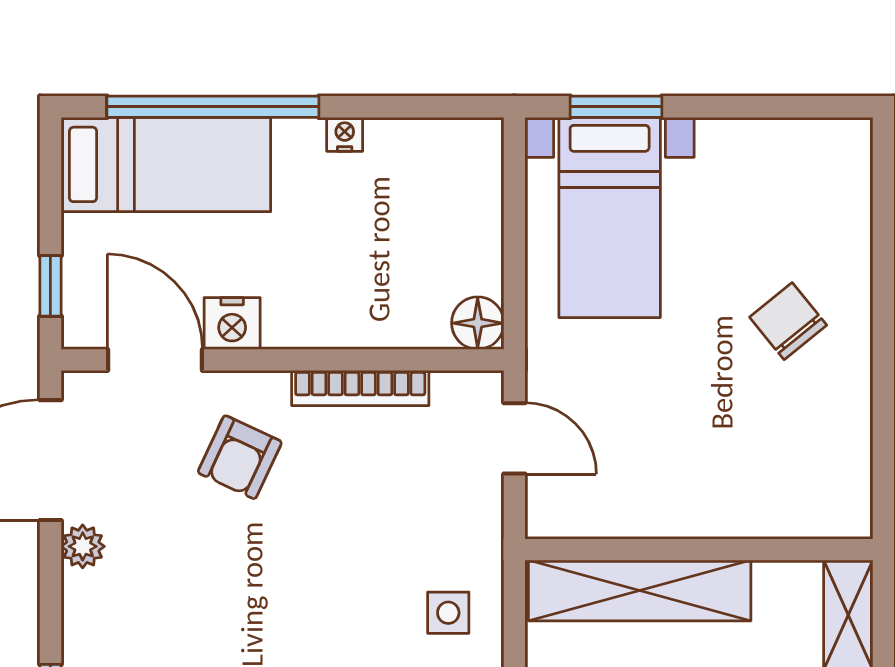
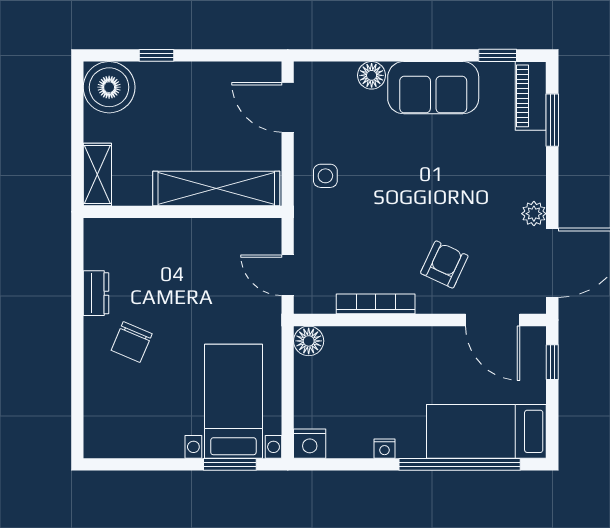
chair: (788, 321) -> (132, 342), turned 62
nightstand: (232, 323) -> (310, 444), moved, turned 180
dresser: (851, 407) -> (96, 293), added

